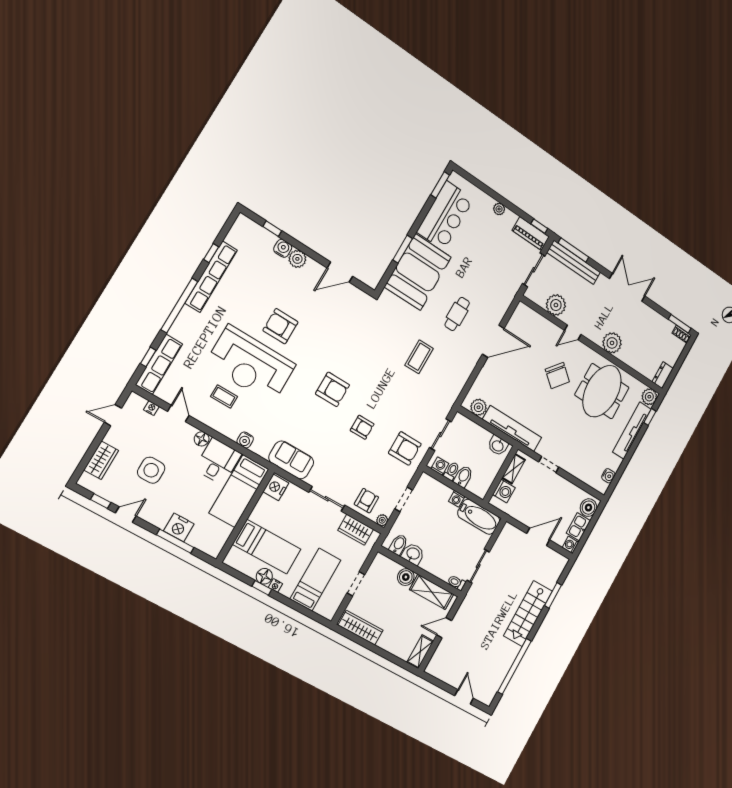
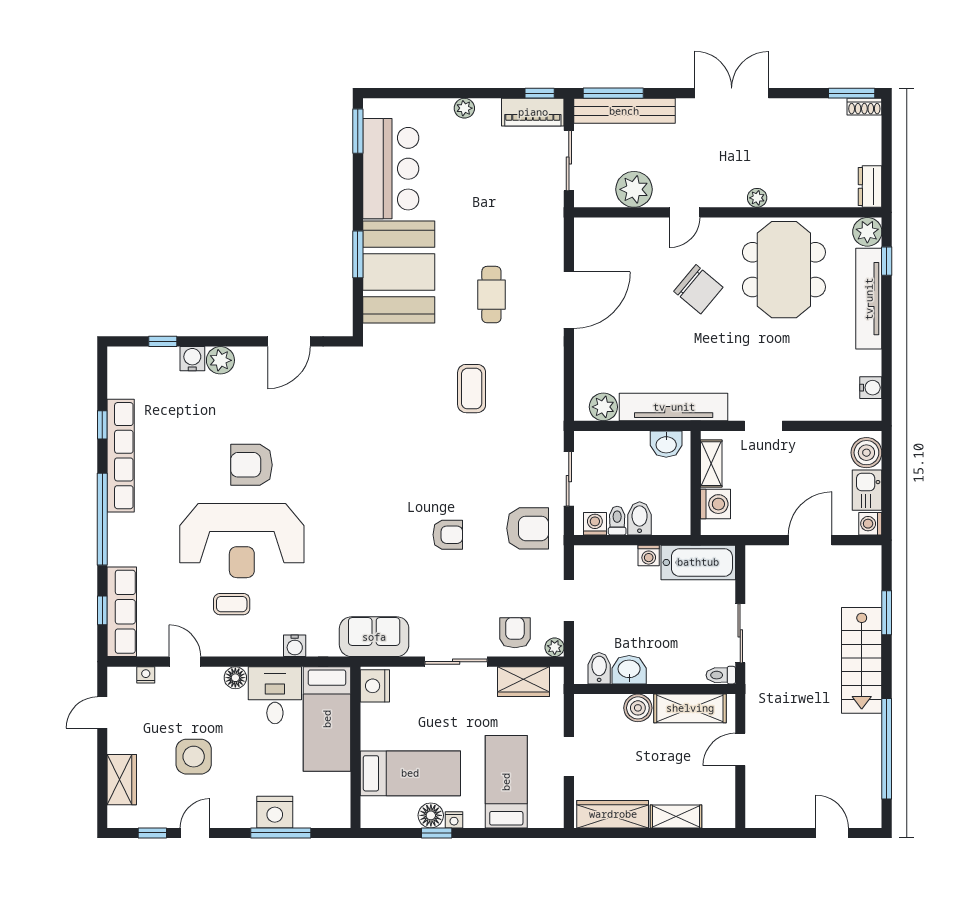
plant: (612, 343) -> (757, 198), width x0.53, depth x0.53
armchair: (333, 389) -> (374, 507), removed
shelving: (420, 652) -> (676, 816), moved, turned 90

